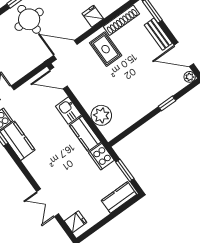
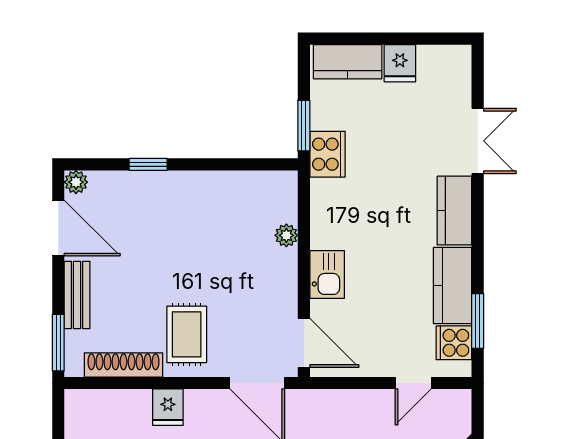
plant: (101, 115) -> (286, 235), width x0.53, depth x0.53
kitchen counter: (85, 134) -> (454, 211), moved, turned 180
window: (125, 170) -> (304, 126), moved
fridge: (75, 222) -> (400, 63), moved, turned -90

